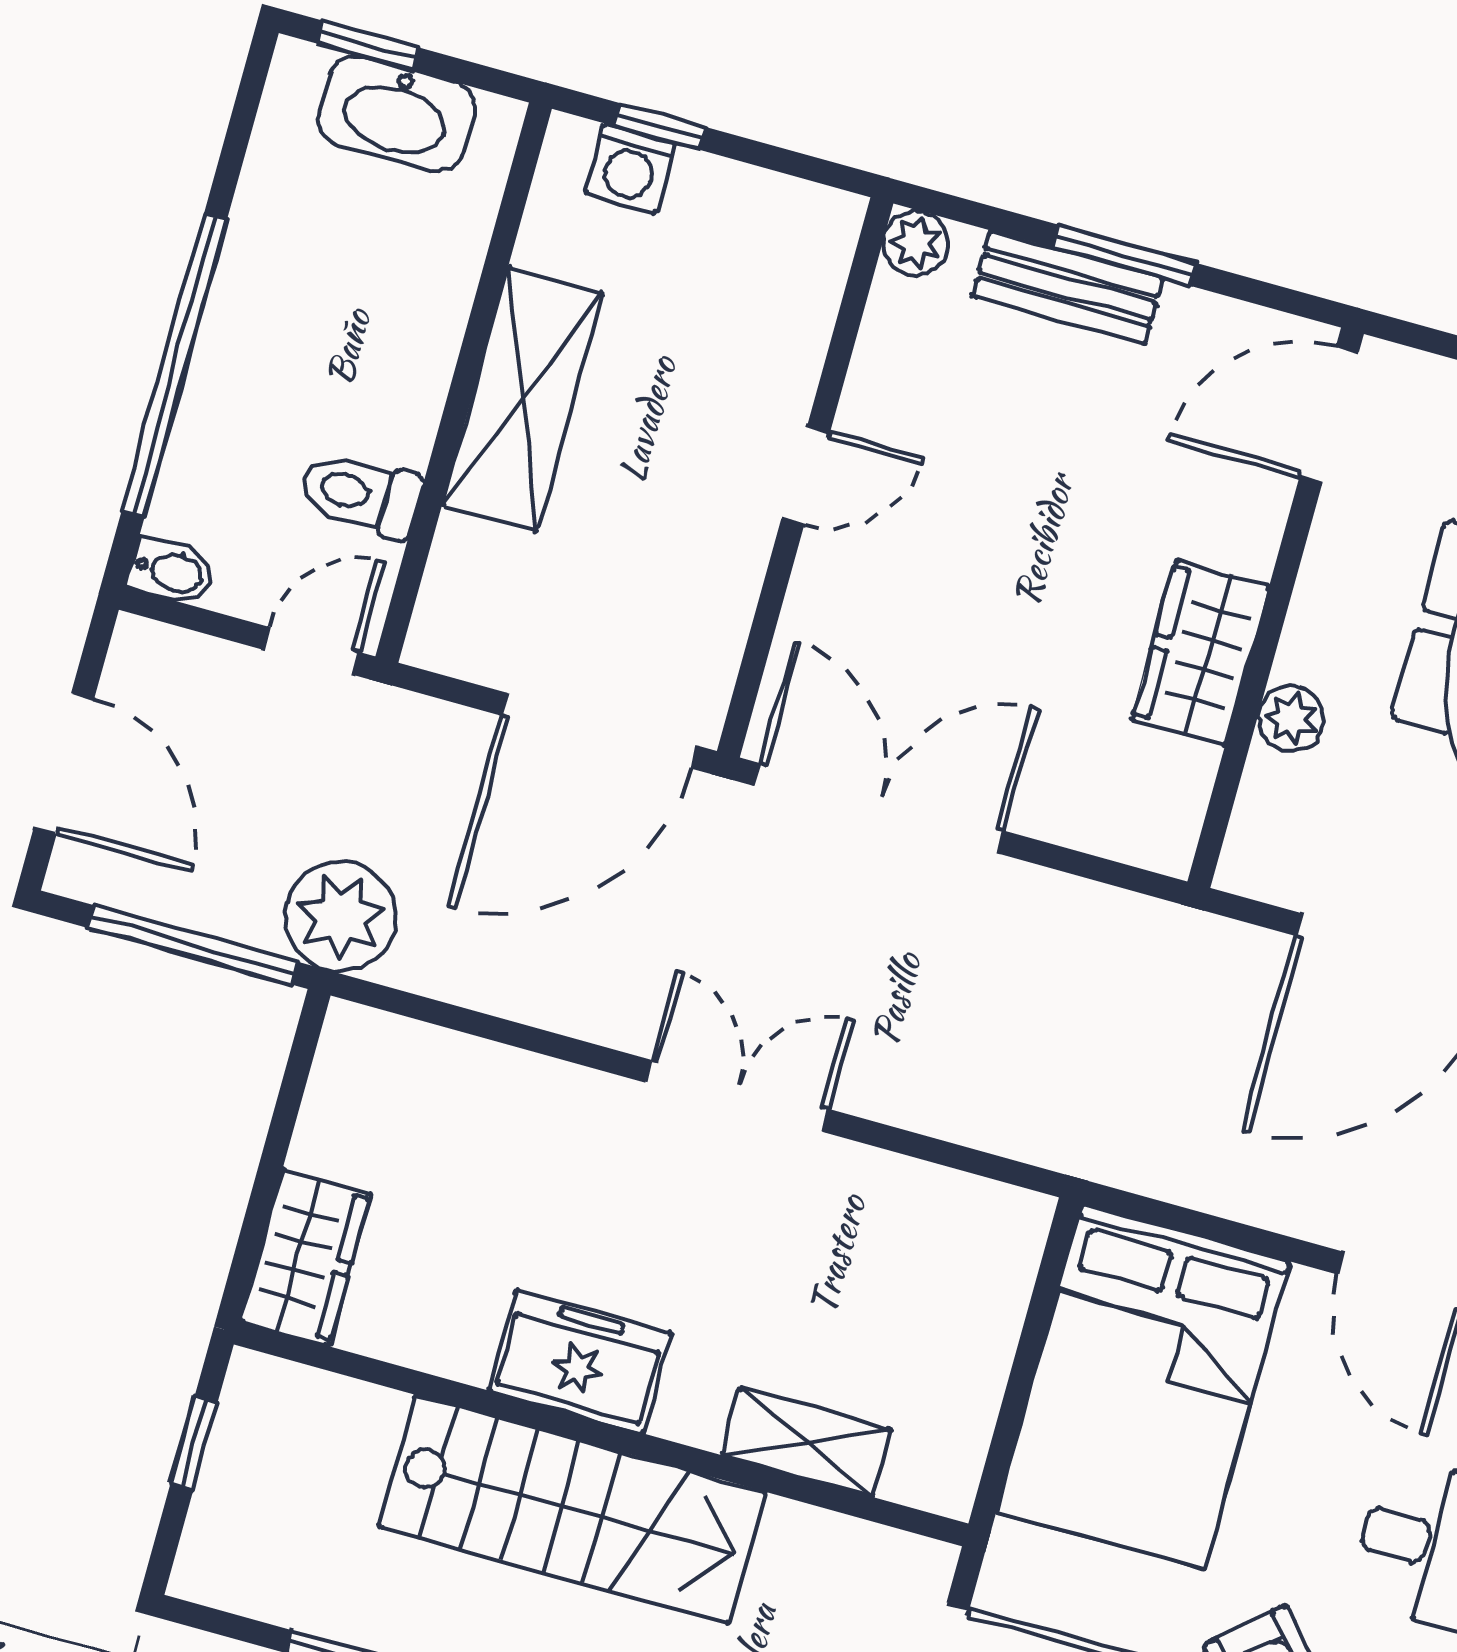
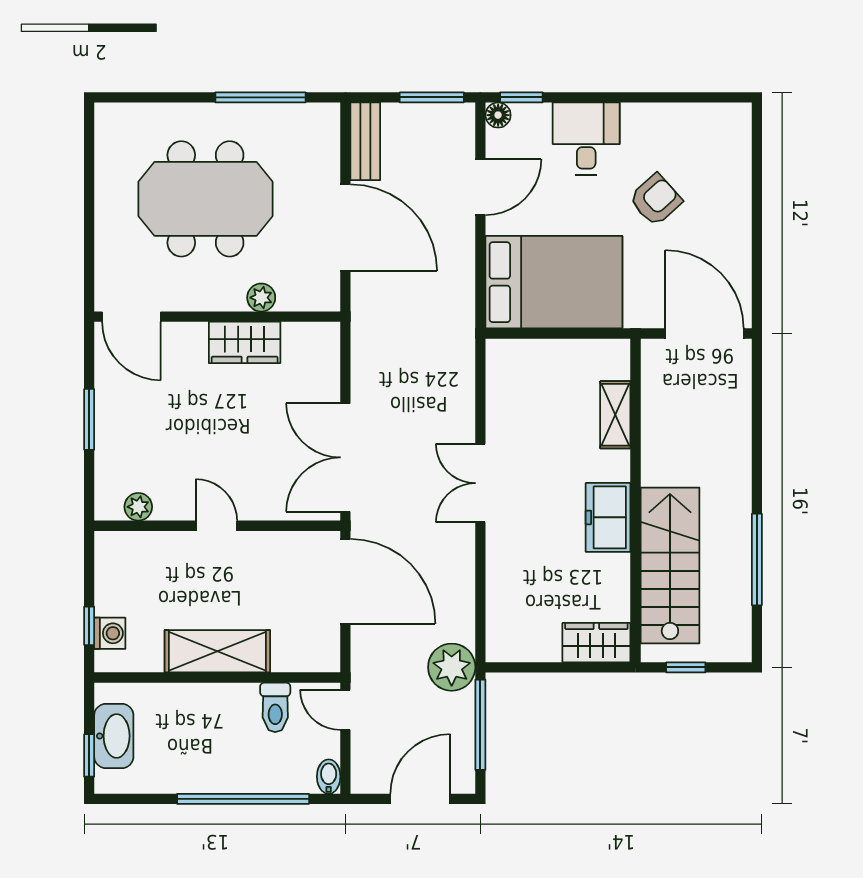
plant: (916, 243) -> (138, 507), moved
bench: (1068, 287) -> (109, 439), removed
stairs: (572, 1510) -> (670, 566), moved

